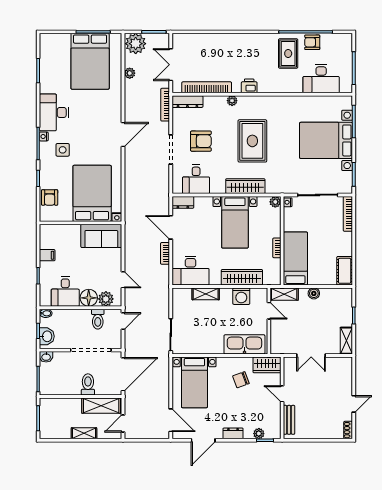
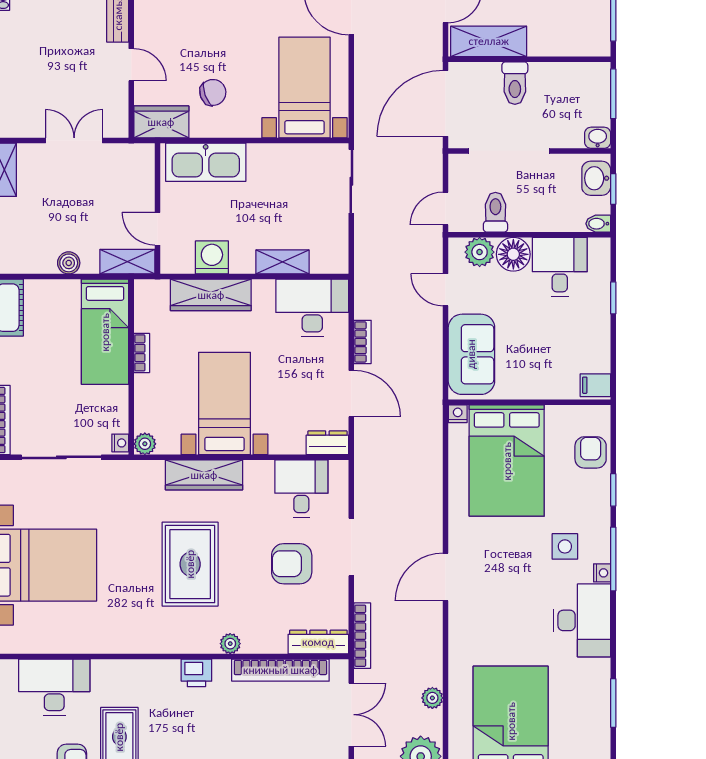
sofa: (101, 236) -> (471, 354), moved, turned 90
filing cabinet: (47, 255) -> (595, 385), moved

